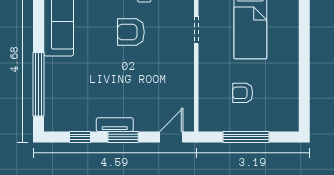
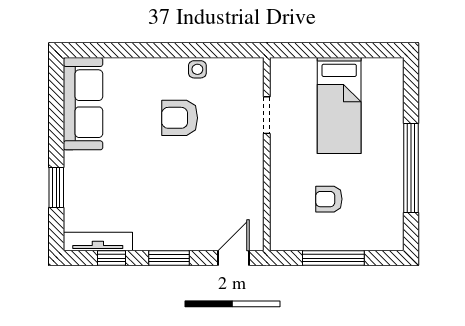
window: (304, 70) -> (411, 168), added
window: (39, 84) -> (56, 188), width x0.47
tv unit: (115, 125) -> (98, 242), moved, width x1.41

